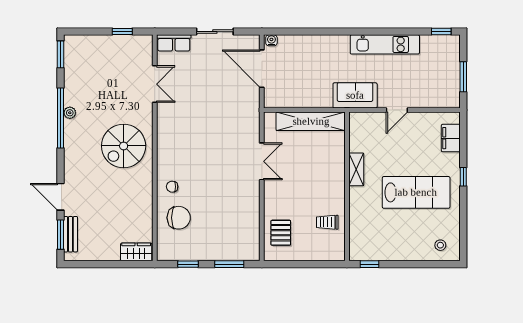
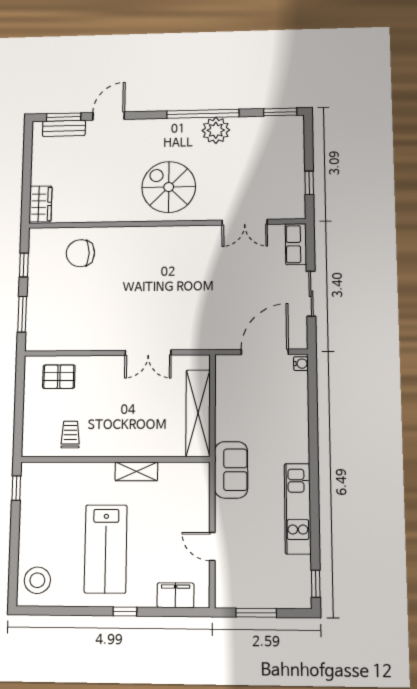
door: (397, 110) -> (212, 547), moved
plant: (70, 113) -> (216, 130), width x1.88, depth x1.88
chair: (172, 187) -> (118, 245), removed
chair: (179, 218) -> (80, 253), turned 90
stool: (440, 245) -> (37, 580), width x1.89, depth x1.89

